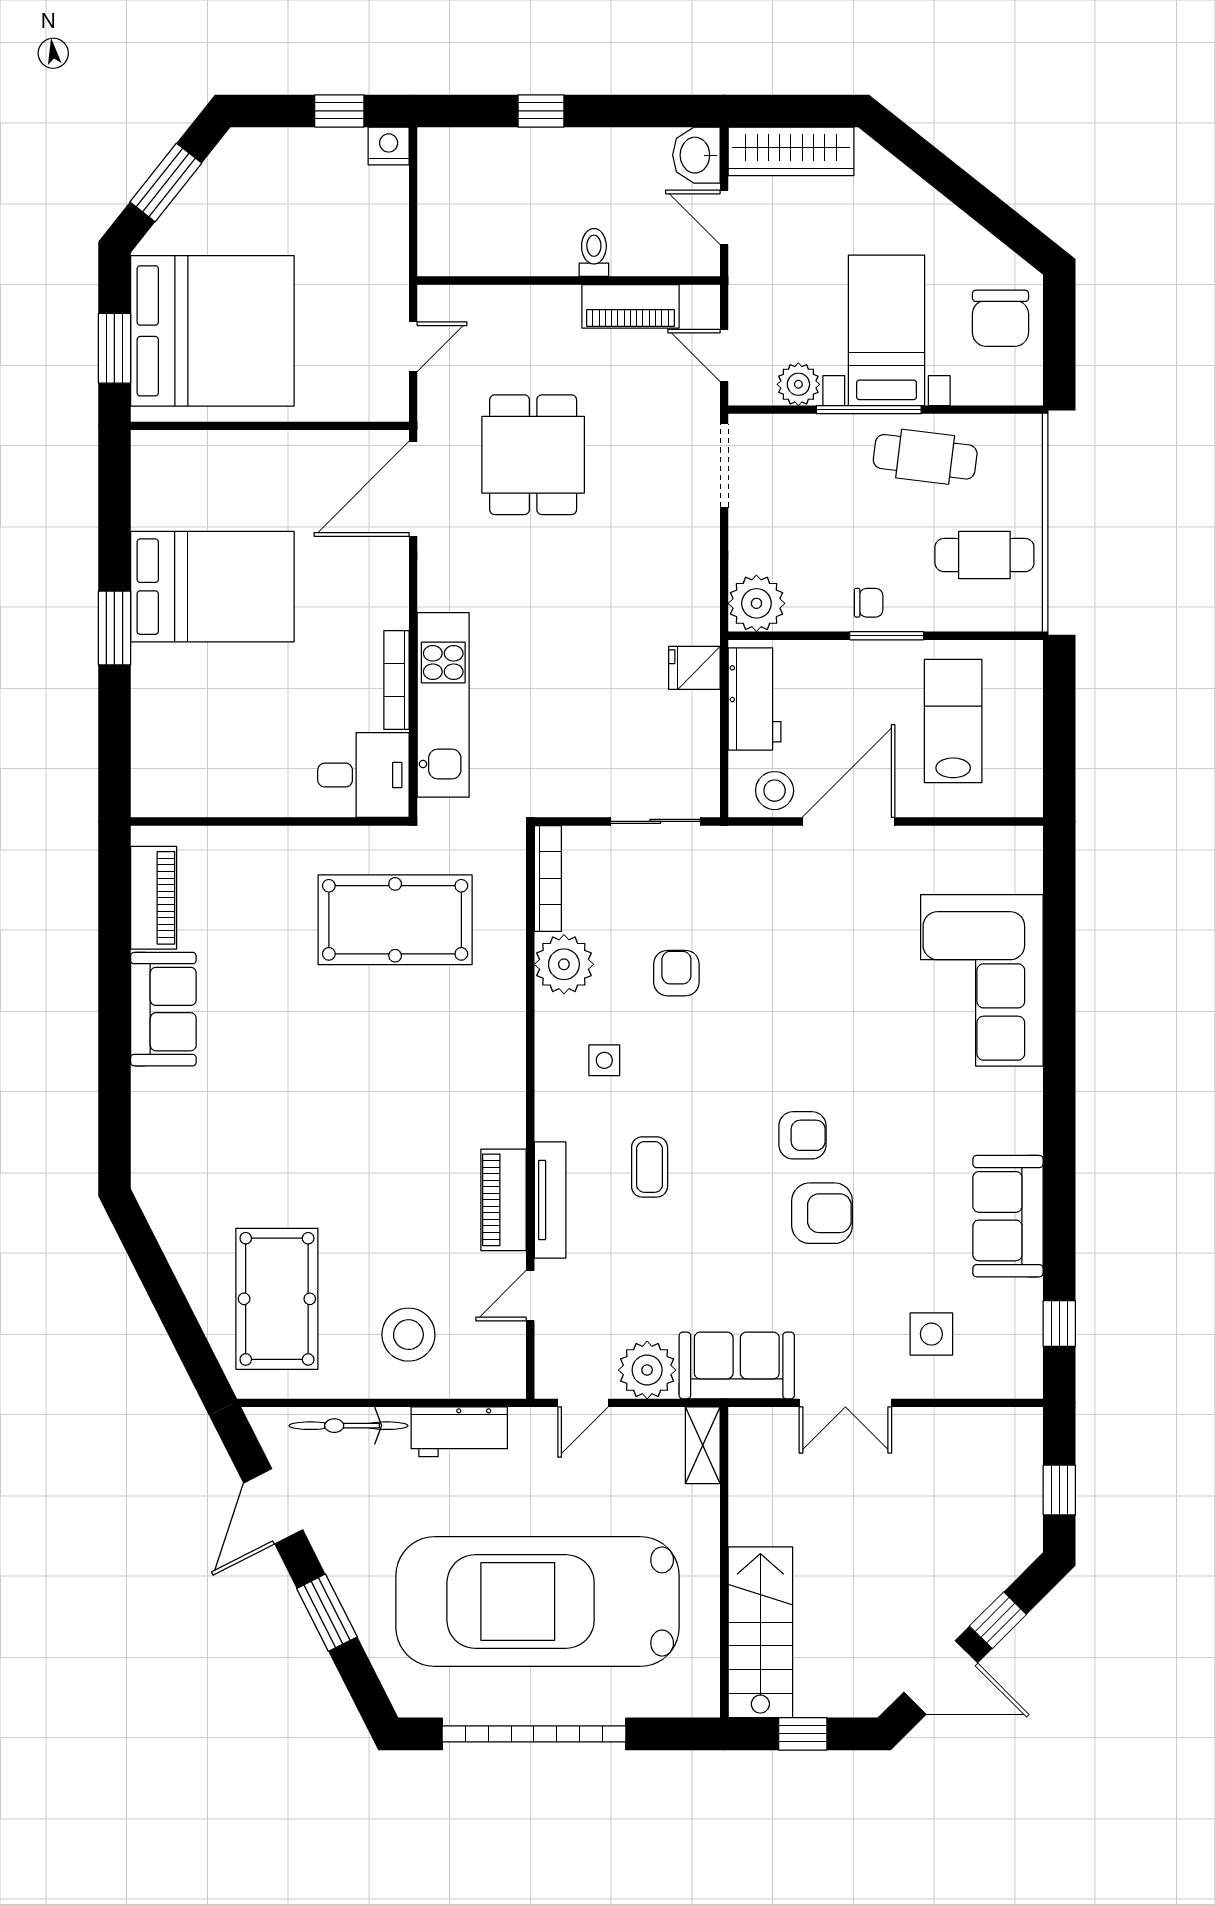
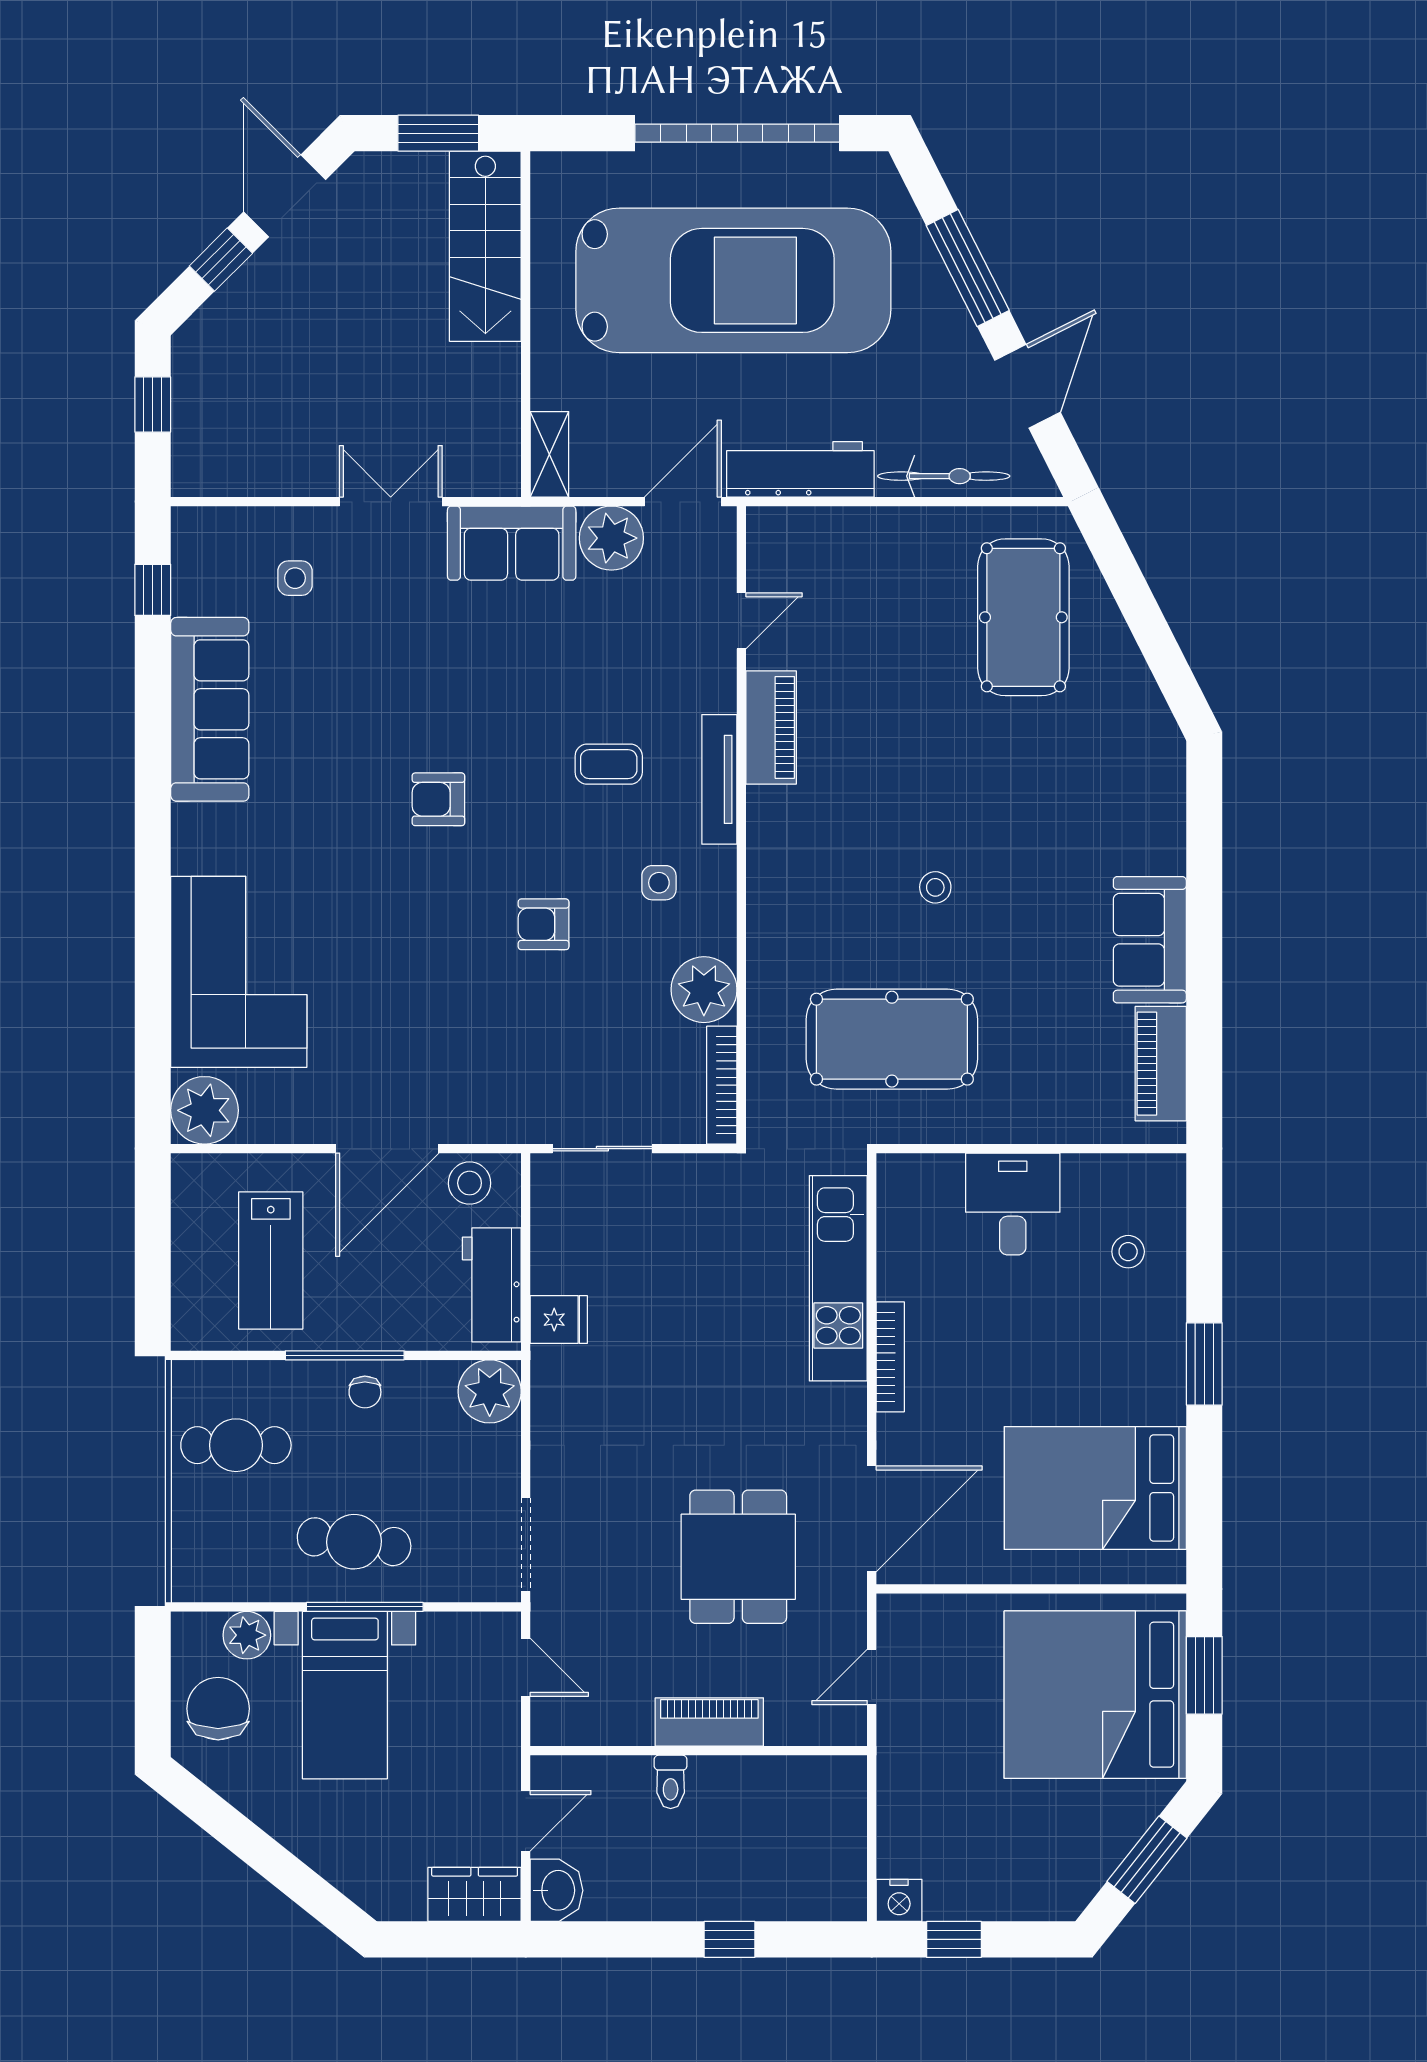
wardrobe: (791, 151) -> (475, 1894), width x0.67
door: (724, 217) -> (526, 1821), hinge flipped
piano: (630, 306) -> (709, 1722), moved
plant: (798, 384) -> (247, 1635), moved
cafe table: (925, 457) -> (354, 1542), moved
bed: (212, 587) -> (1095, 1488), moved
chair: (869, 603) -> (365, 1392), turned -90
window: (887, 636) -> (345, 1355), width x1.44
bookcase: (397, 680) -> (890, 1357), moved
stool: (183, 729) -> (1128, 1252), added
desk: (363, 775) -> (1013, 1204), moved, turned 90
plant: (1013, 856) -> (205, 1110), added
armchair: (676, 973) -> (544, 924), moved, turned 90
coffee table: (650, 1167) -> (609, 764), turned 90
tv unit: (550, 1200) -> (719, 779), moved
armchair: (822, 1213) -> (417, 713), removed
sofa: (1008, 1216) -> (210, 709), width x1.36
side table: (931, 1334) -> (295, 578), width x0.73, depth x0.73
stool: (408, 1335) -> (935, 887), moved, width x0.53, depth x0.53
door: (583, 1403) -> (683, 502), width x1.38
workbench: (459, 1432) -> (800, 469), width x1.38
window: (327, 1613) -> (968, 268), width x1.44
door: (941, 1677) -> (285, 196), hinge flipped
window: (803, 1734) -> (438, 133), width x1.50

